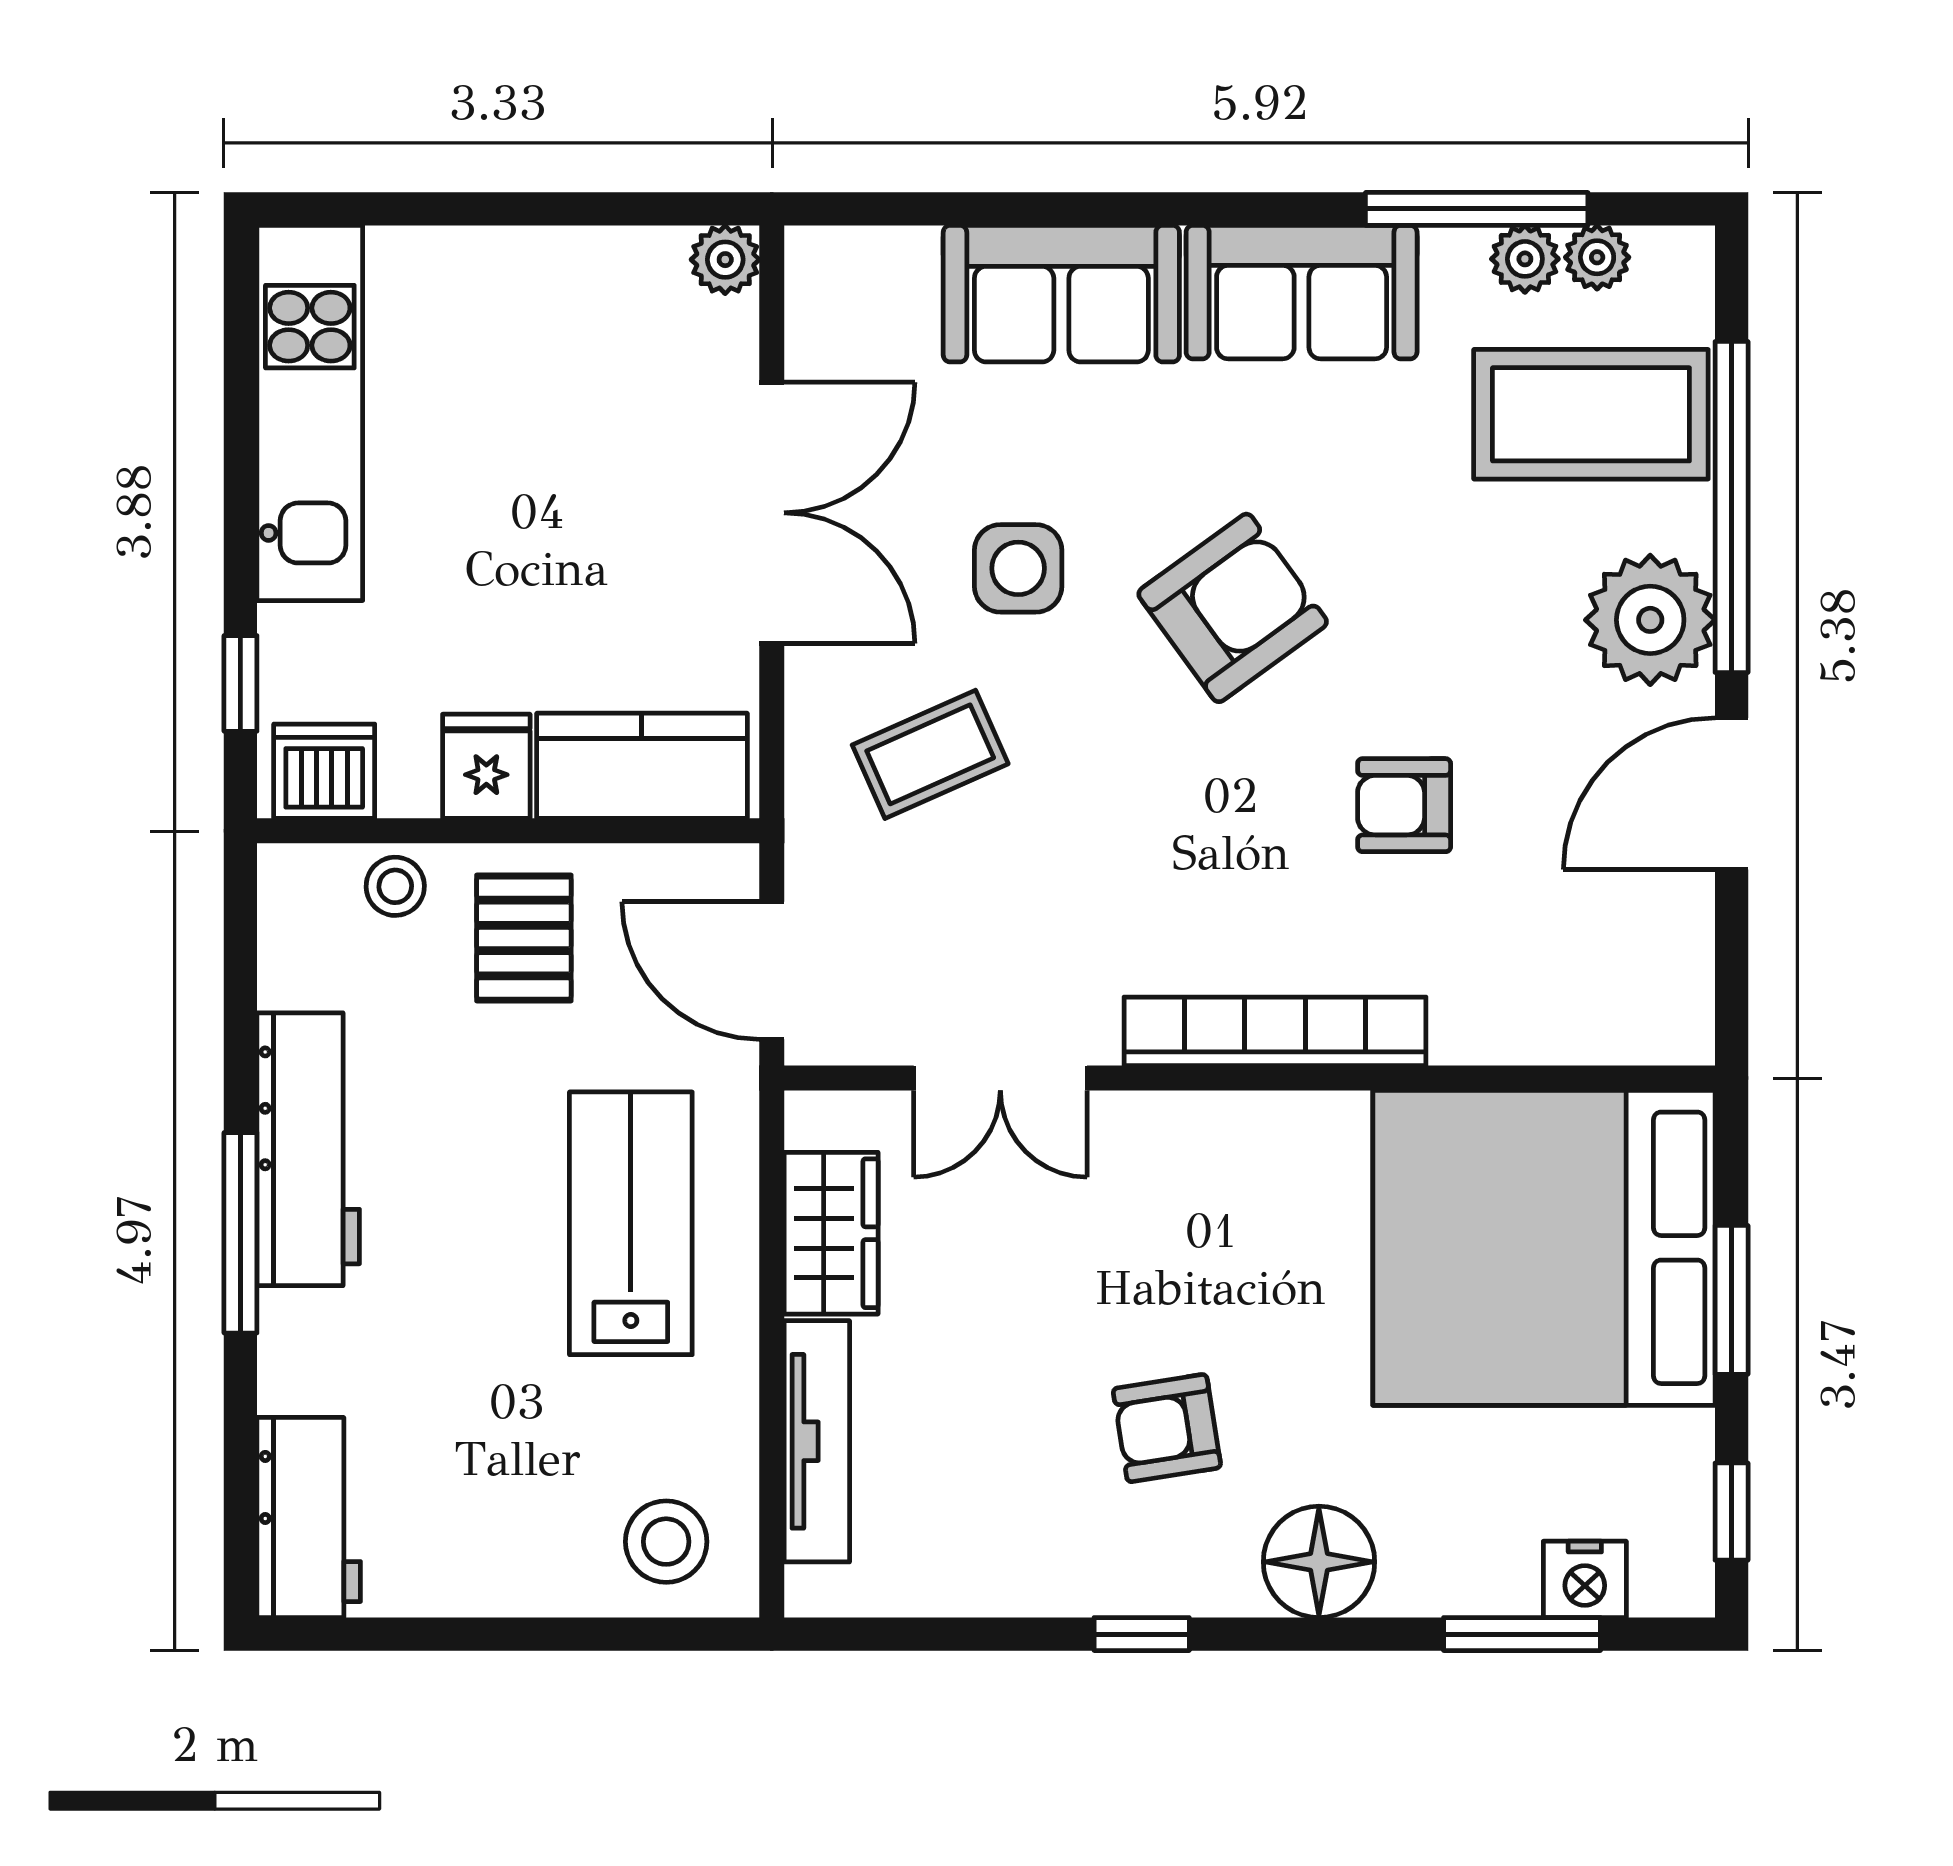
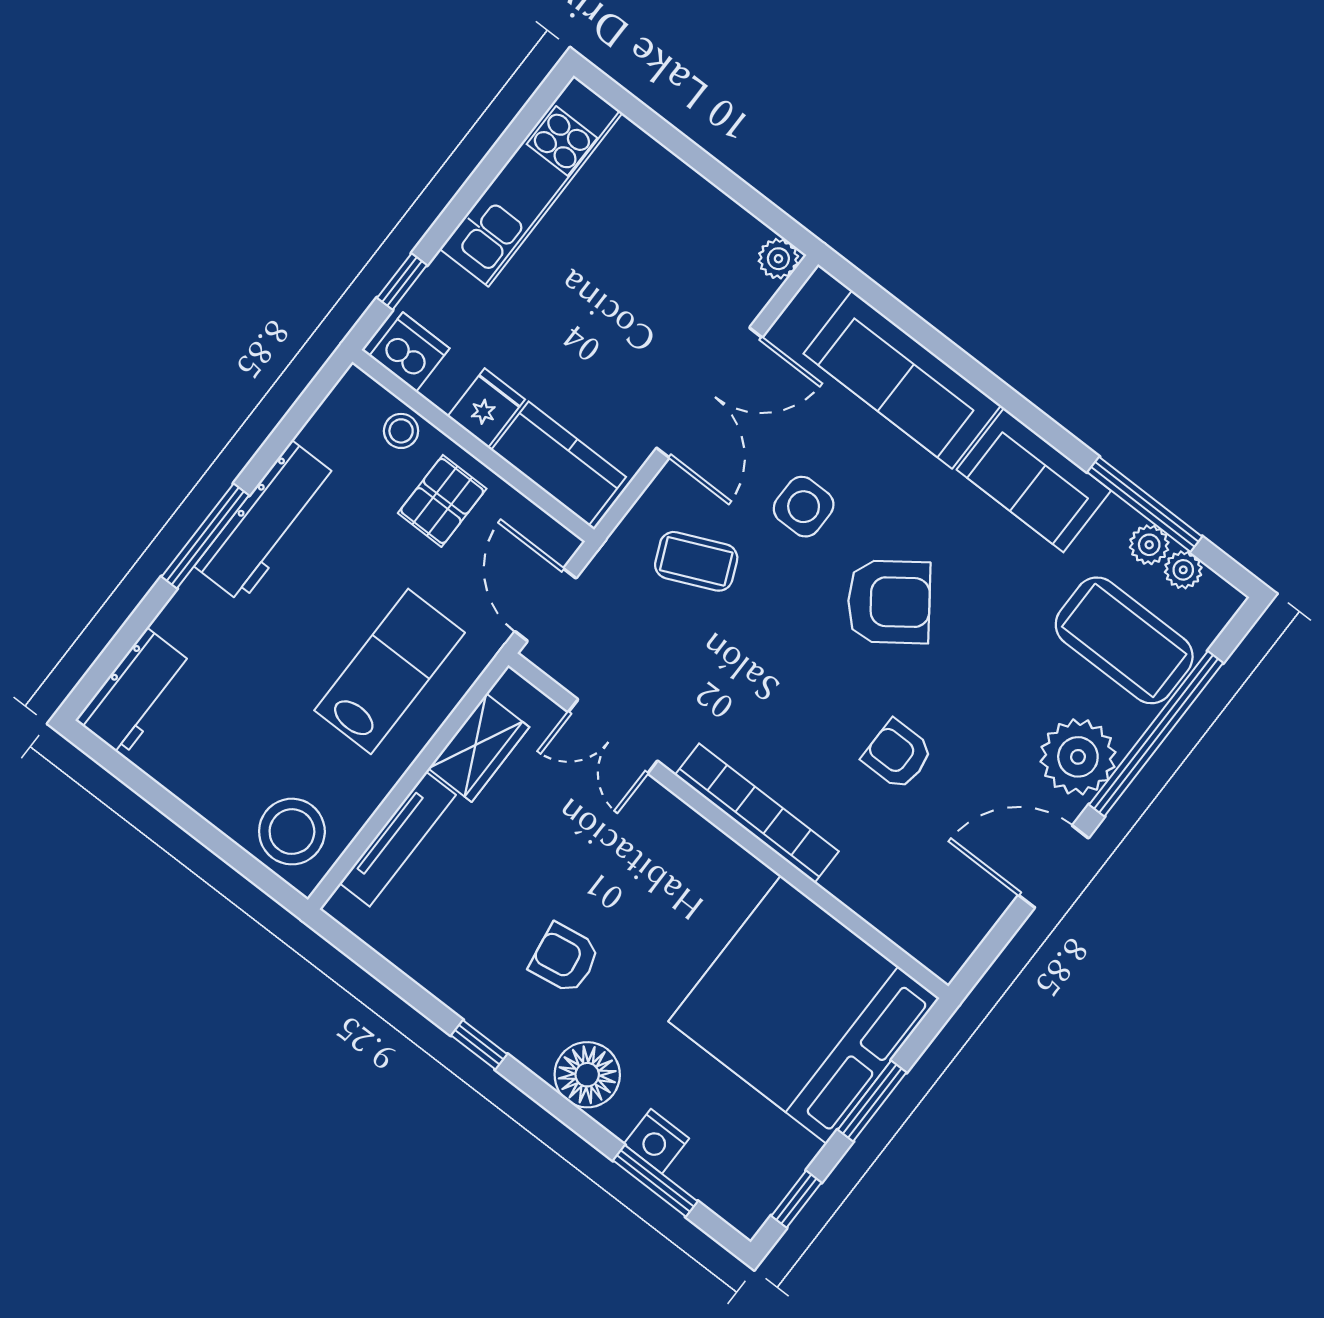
sofa: (1061, 294) -> (902, 380), width x1.36
stool: (666, 1542) -> (292, 832), width x1.38, depth x1.38
nightstand: (1585, 1579) -> (656, 1141), moved

